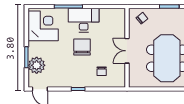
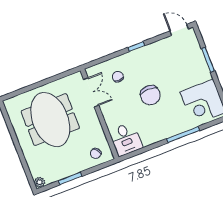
desk: (84, 20) -> (126, 139), moved, width x0.73
double door: (127, 51) -> (91, 92), moved
plant: (37, 65) -> (193, 55), removed

